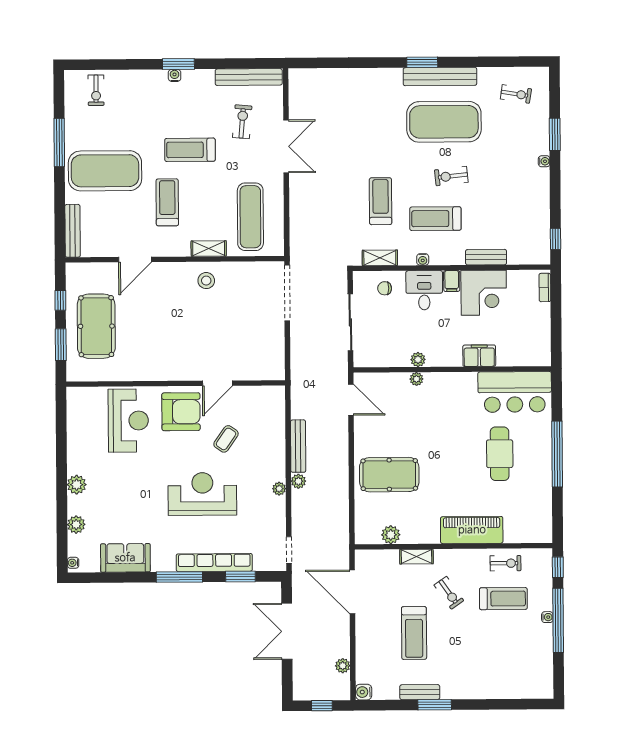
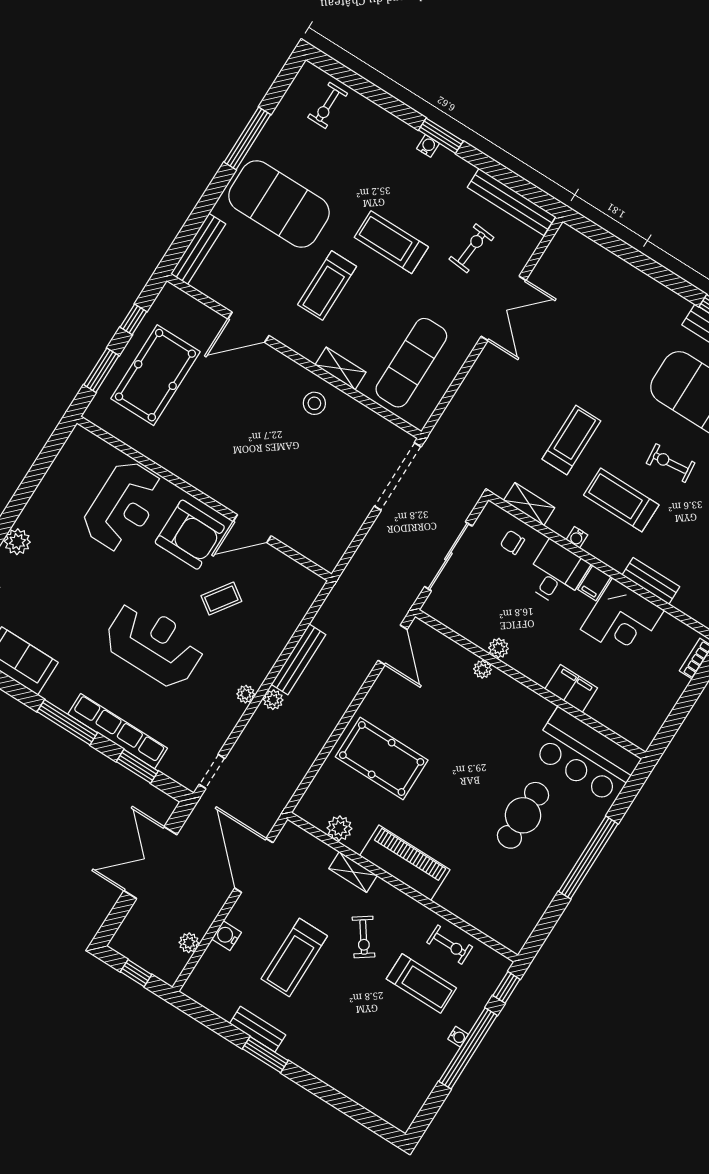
treadmill: (167, 202) -> (327, 285), turned 180
piano: (472, 530) -> (405, 863), moved
water cooler: (364, 692) -> (227, 936), moved

